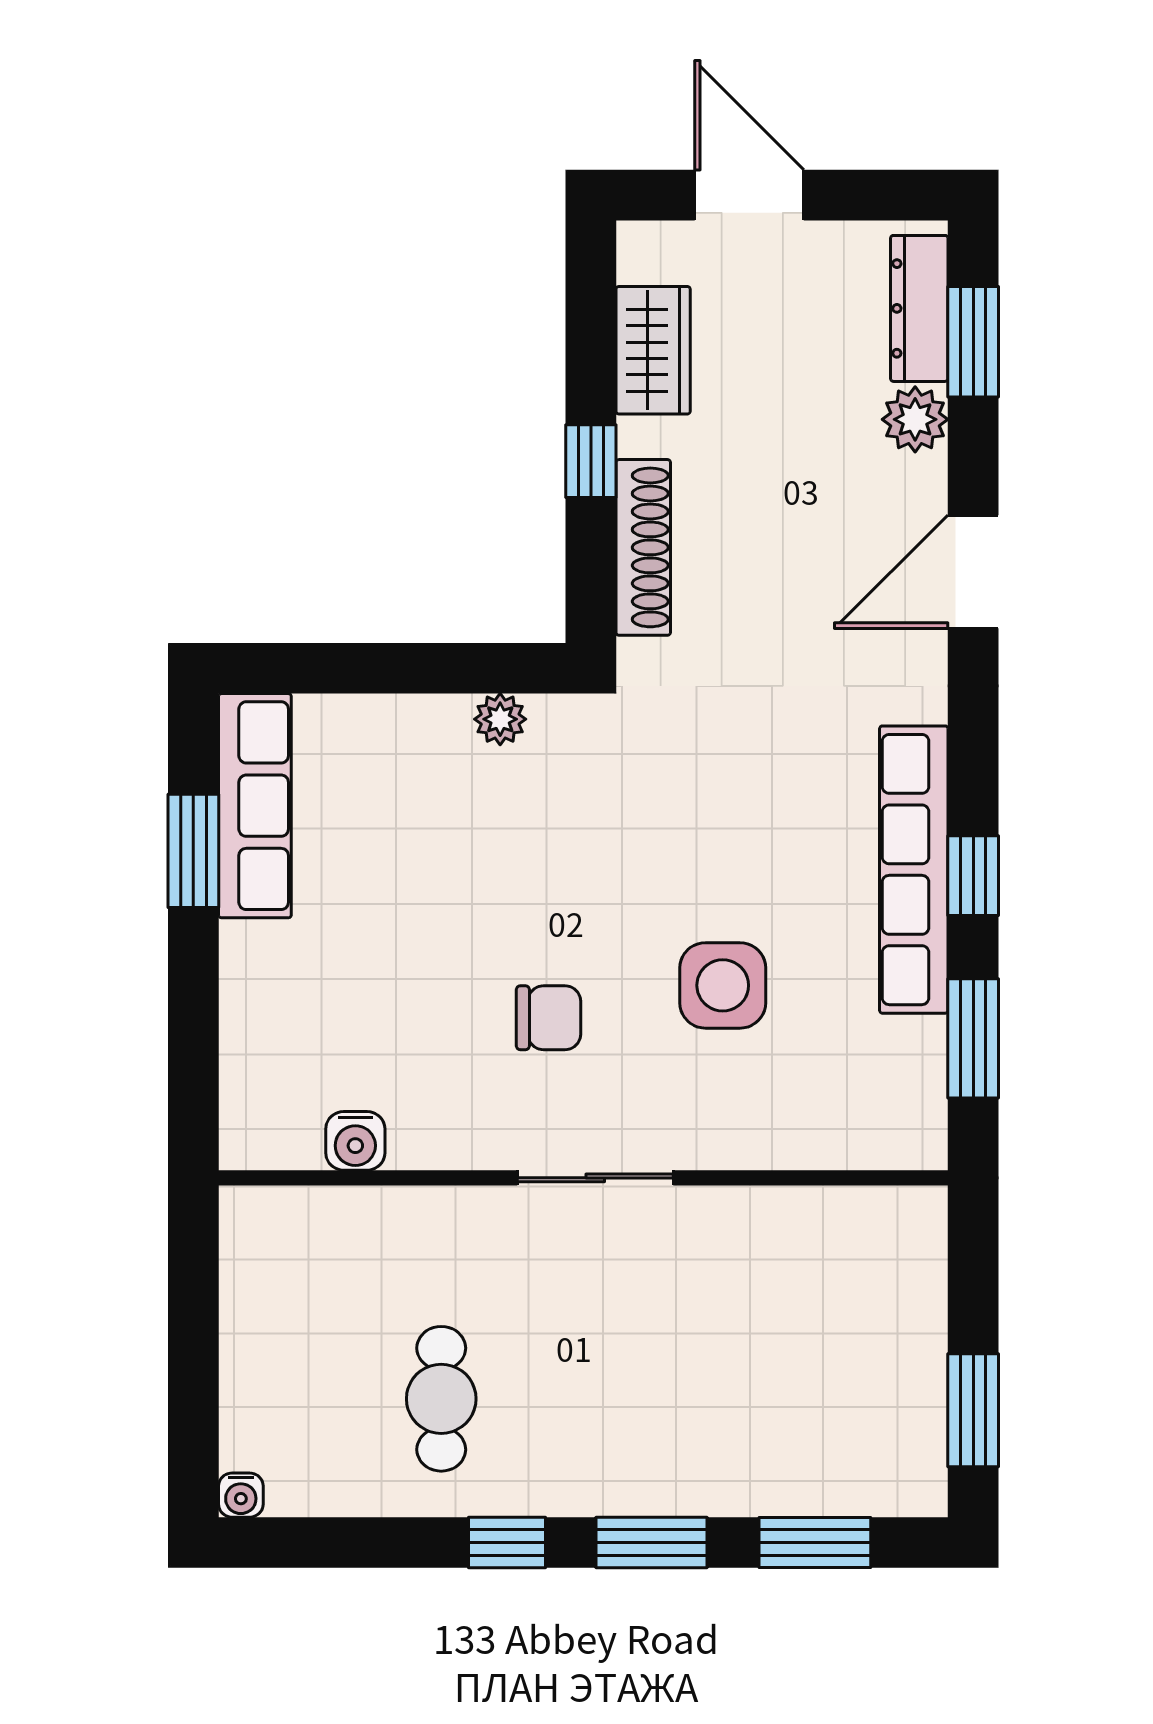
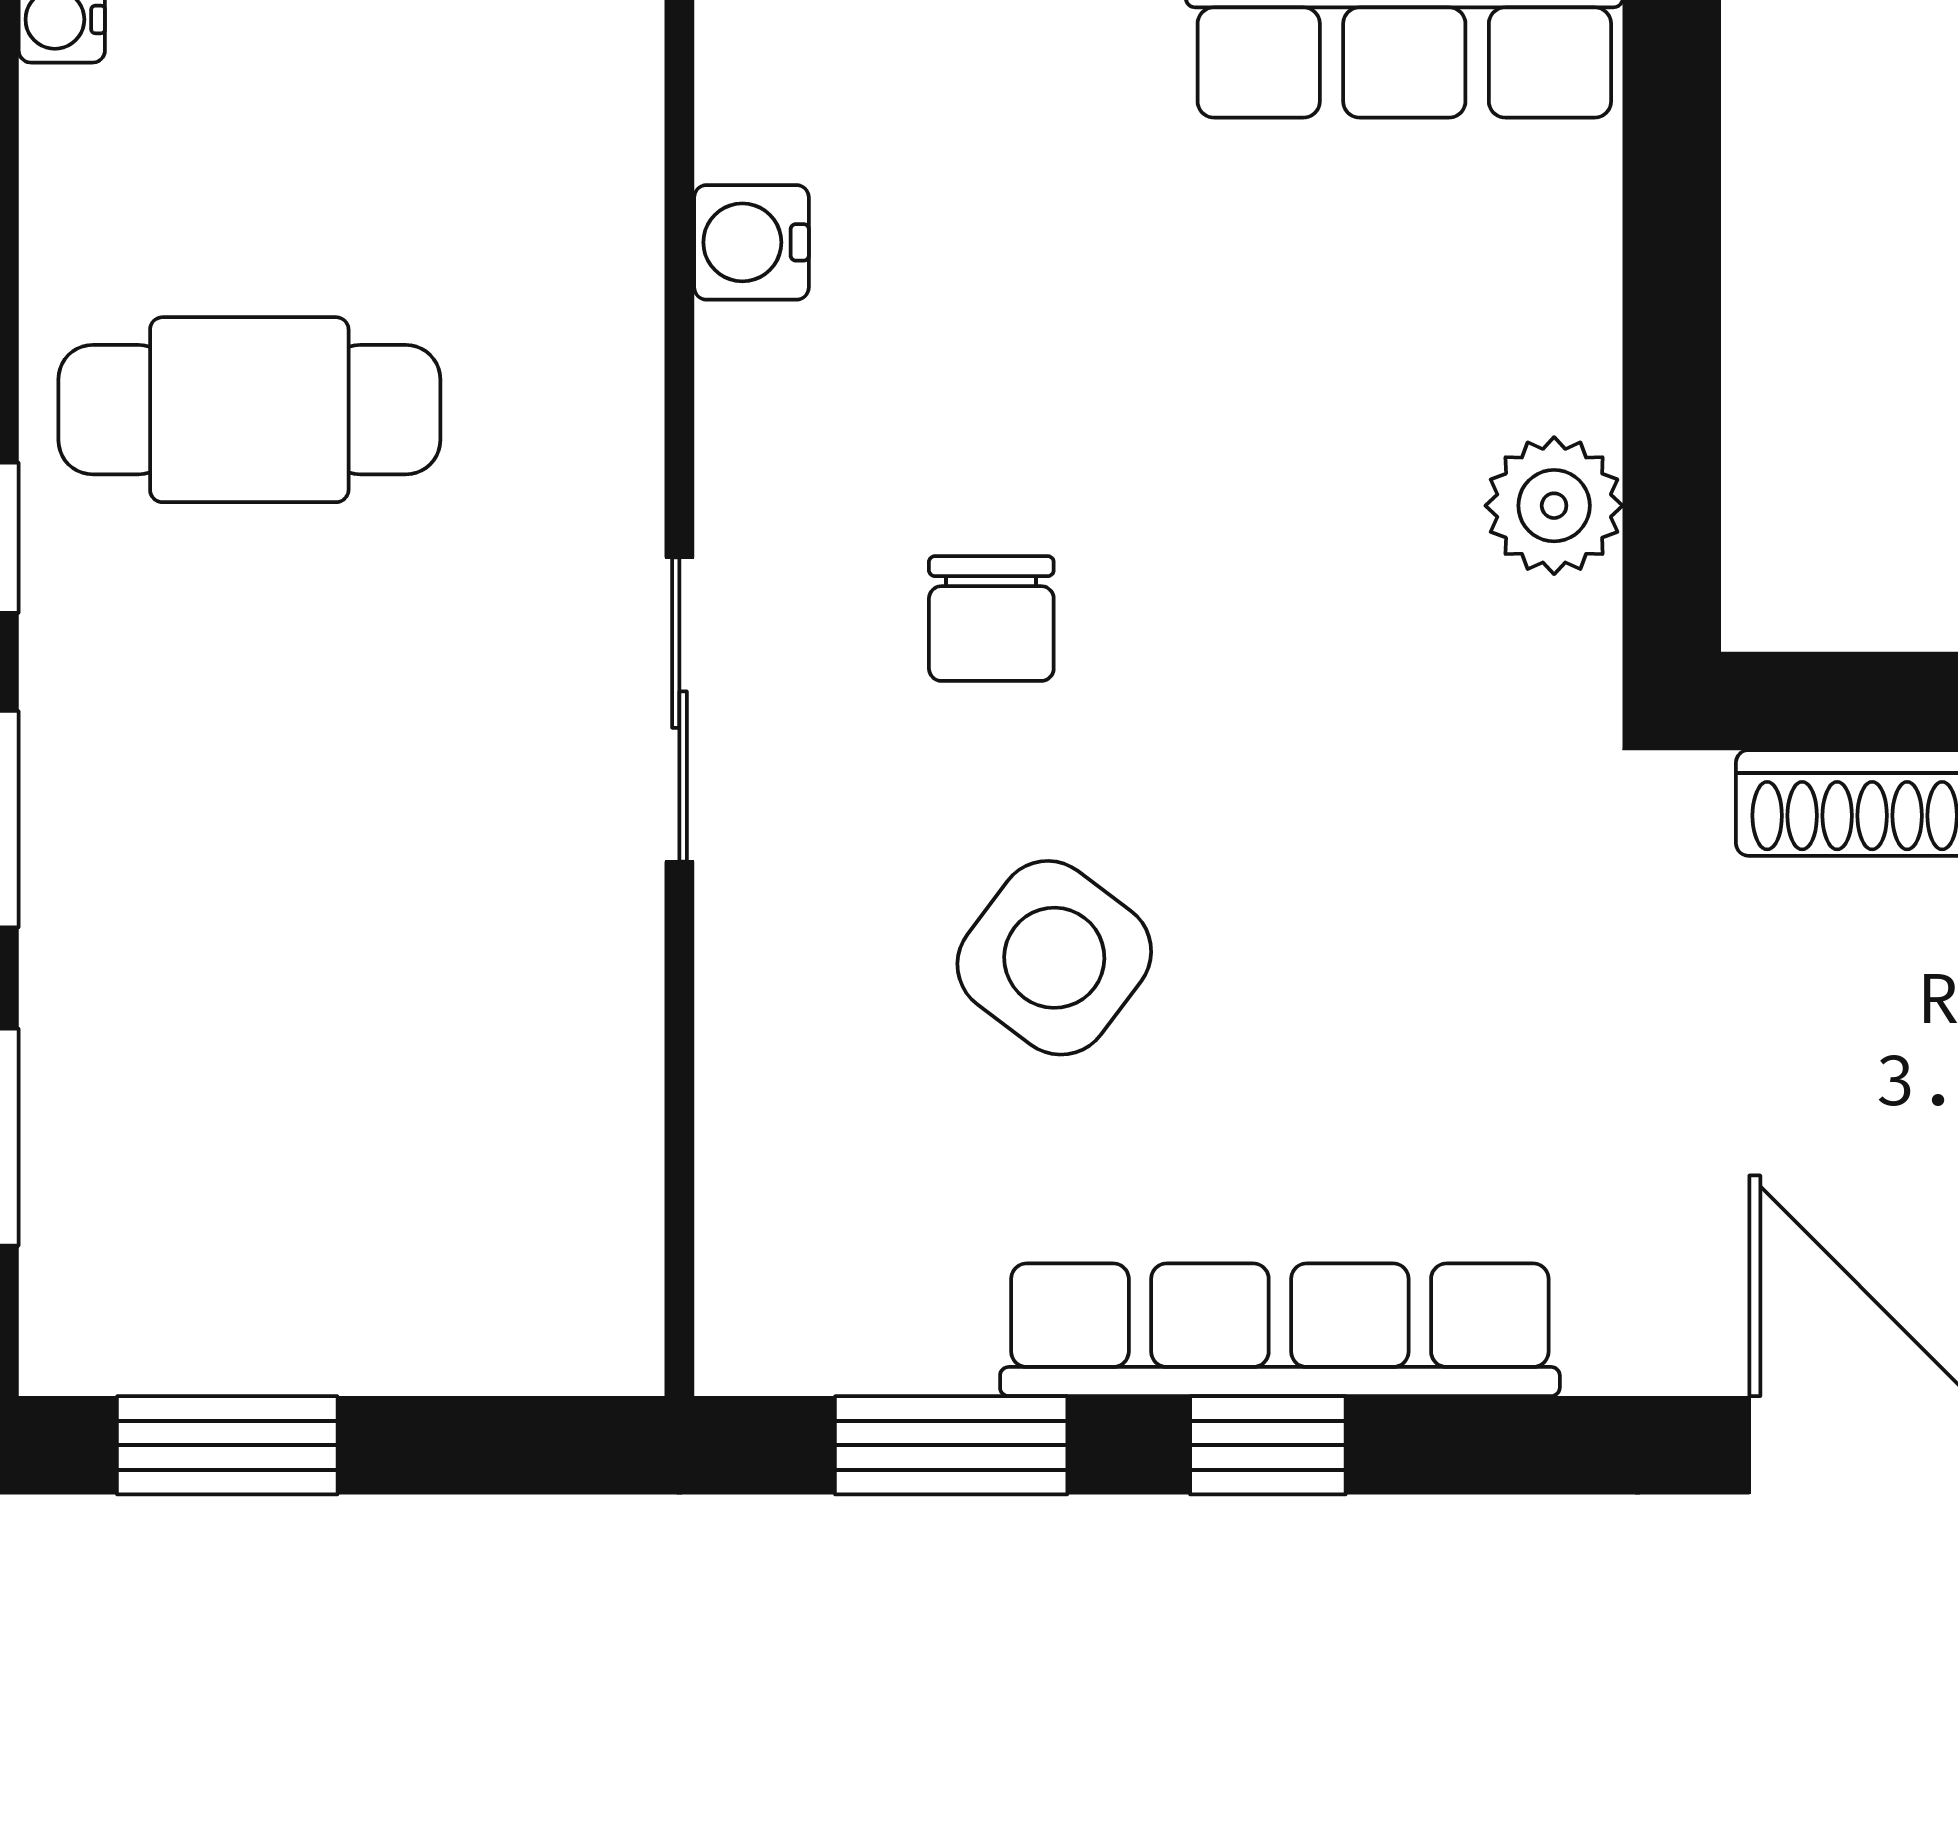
plant: (500, 719) -> (1554, 506), width x1.38, depth x1.38
side table: (723, 985) -> (1054, 958), turned 37
cafe table: (441, 1399) -> (249, 410), width x1.37, depth x1.35

